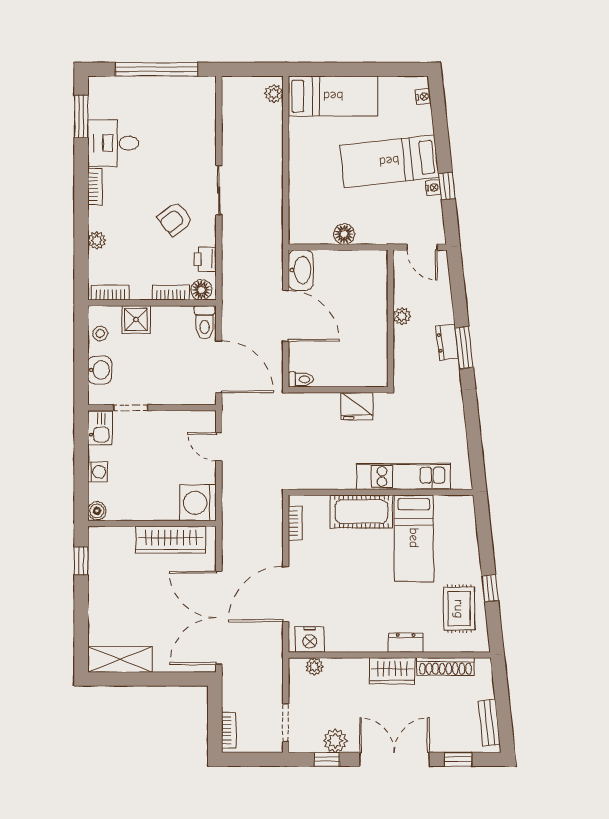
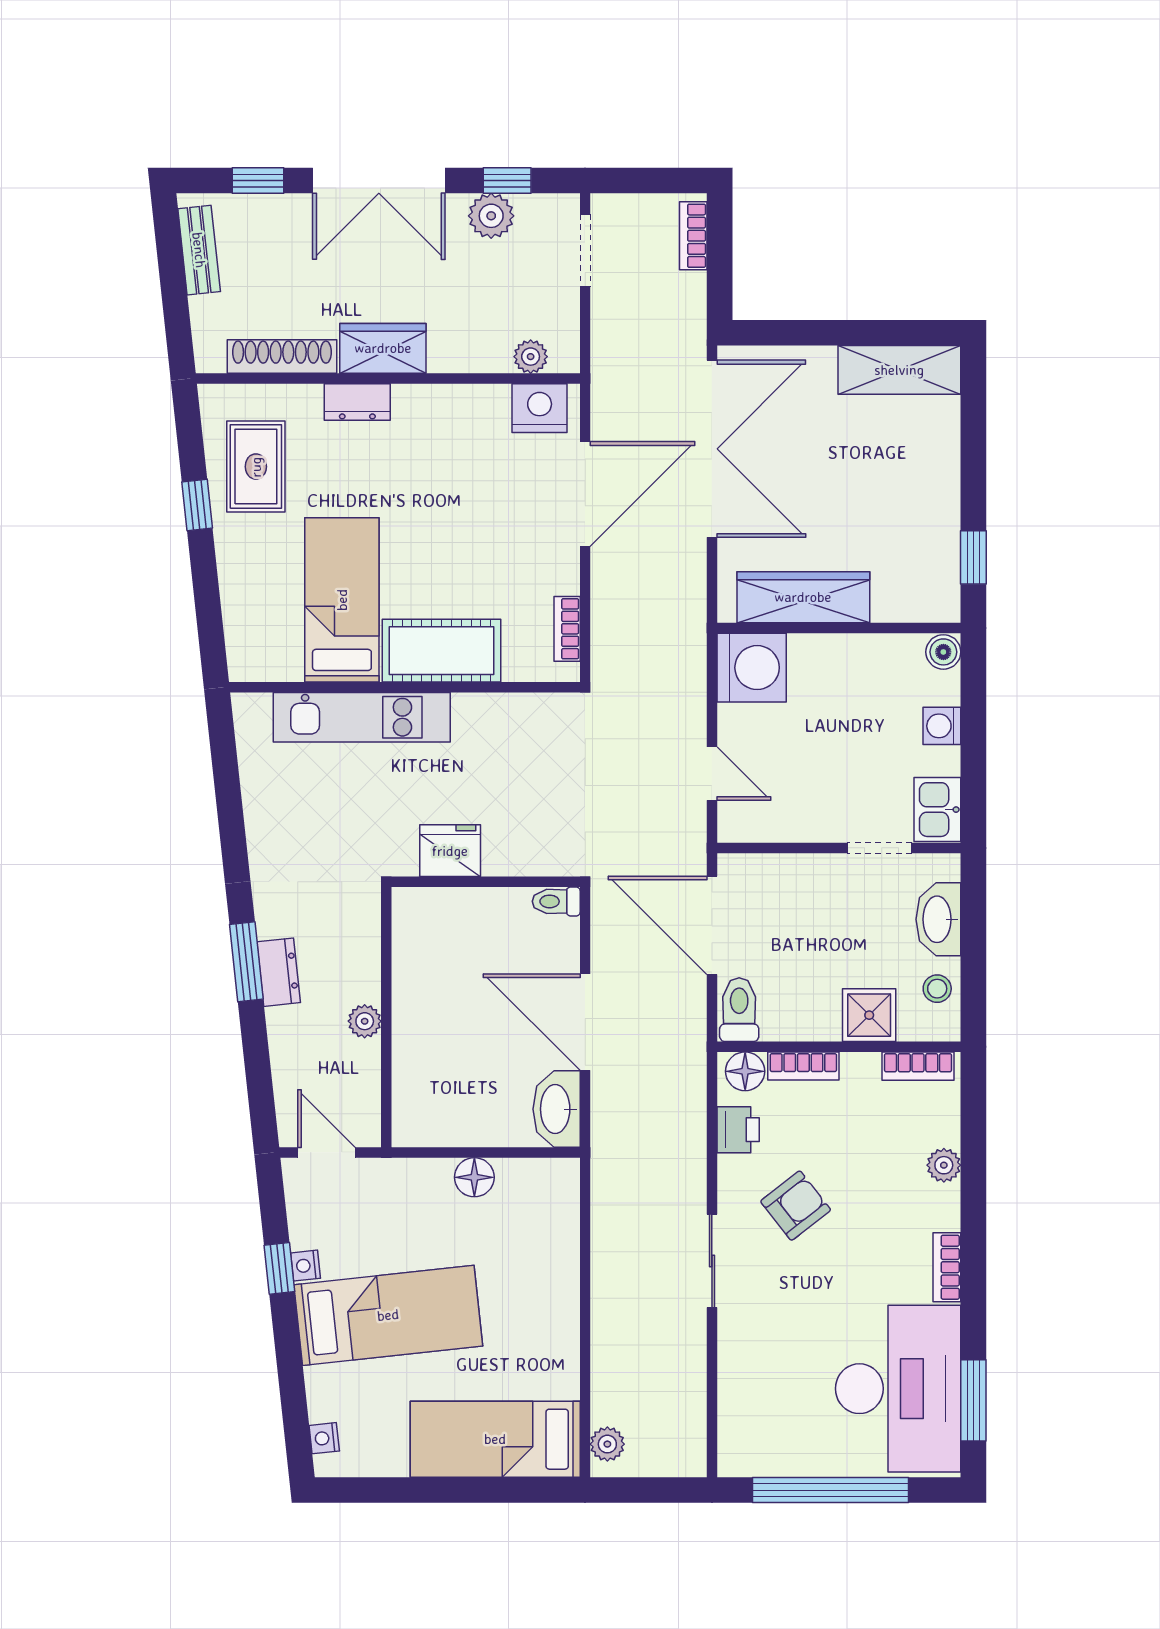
desk: (113, 143) -> (898, 1389), width x1.87, depth x1.30
washbasin: (100, 370) -> (938, 919), width x1.38

